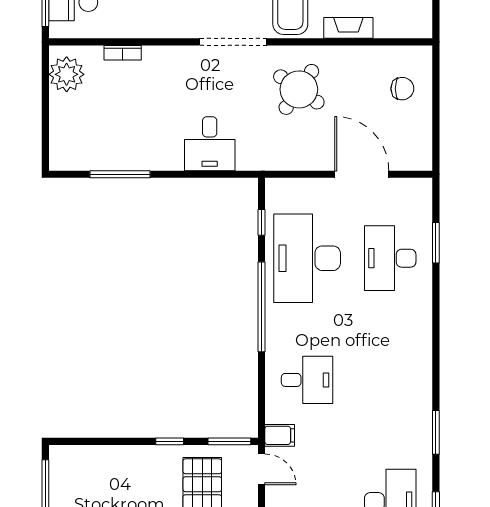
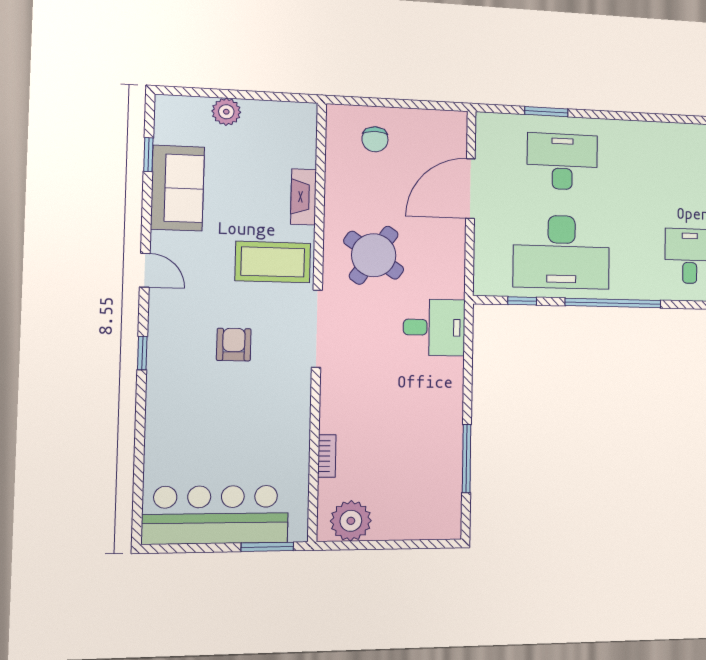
chair: (402, 89) -> (375, 139), turned 180
desk: (210, 144) -> (434, 327), moved
desk: (390, 258) -> (562, 162), turned 180

